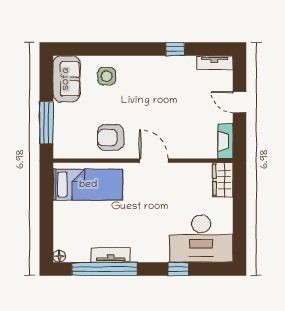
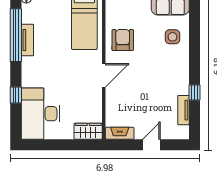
tv unit: (215, 63) -> (183, 110), moved

